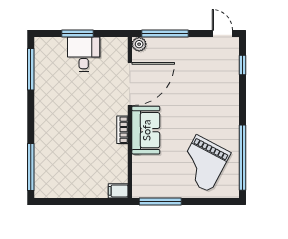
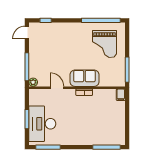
desk: (84, 54) -> (42, 124), width x1.87, depth x1.30
door: (130, 84) -> (57, 88), width x0.53
grand piano: (203, 164) -> (104, 44), turned 62

